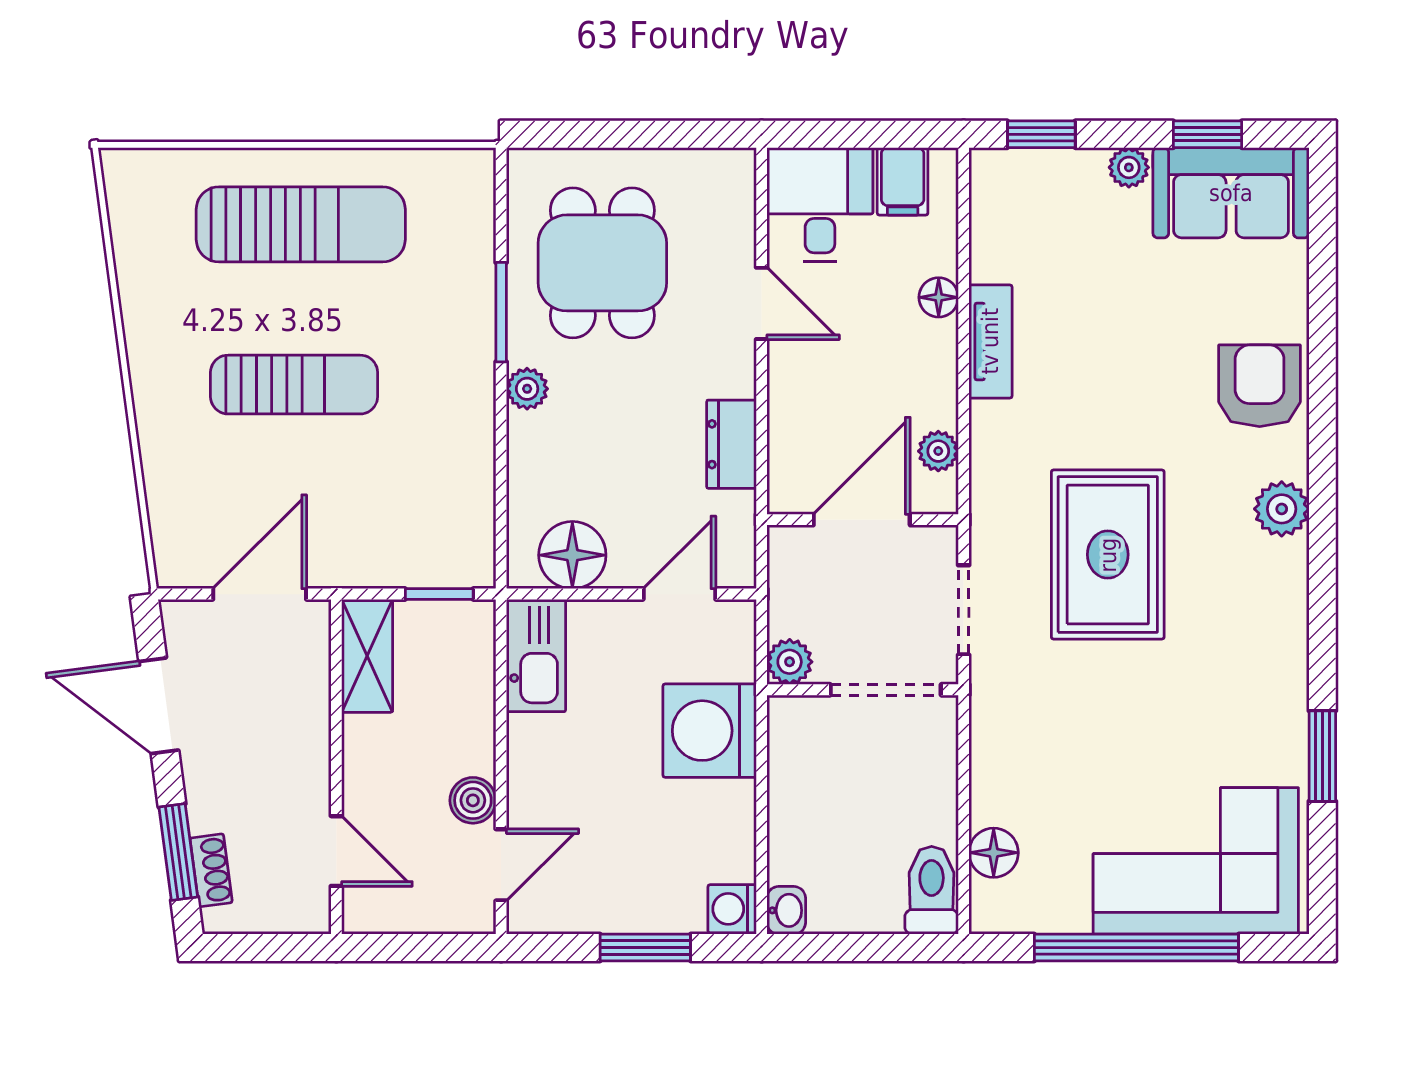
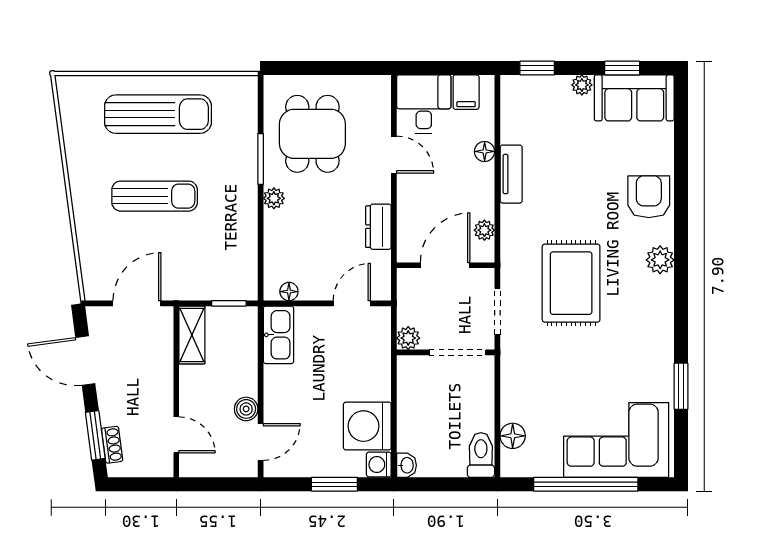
floor lamp: (572, 555) -> (289, 292), width x0.53, depth x0.53
washing machine: (710, 731) -> (367, 426), moved

